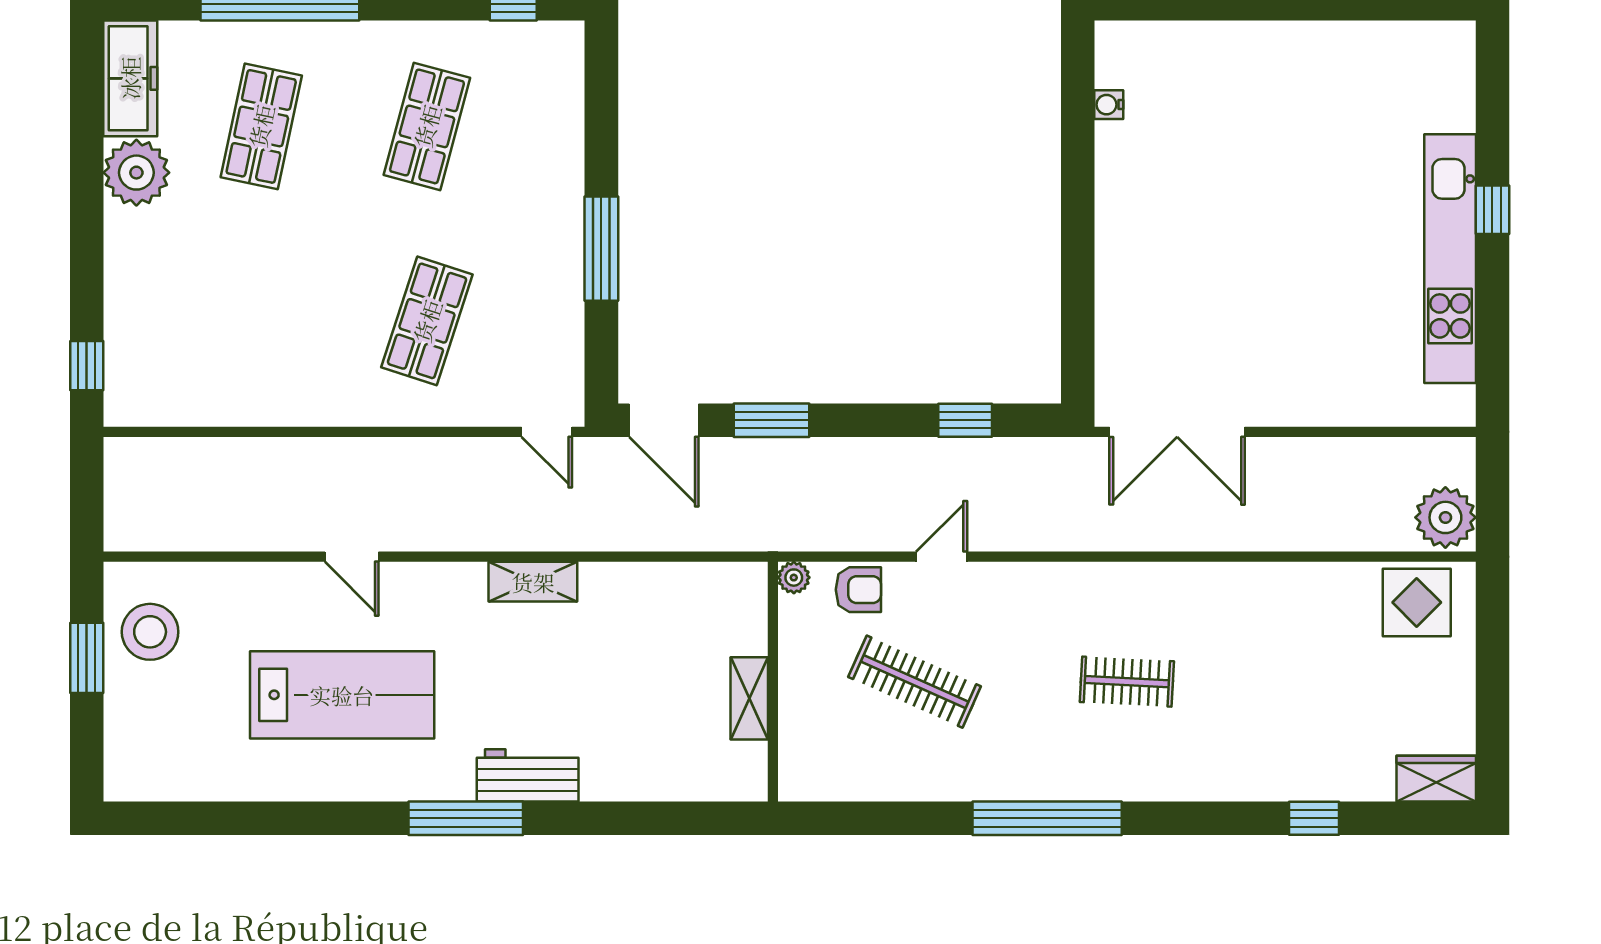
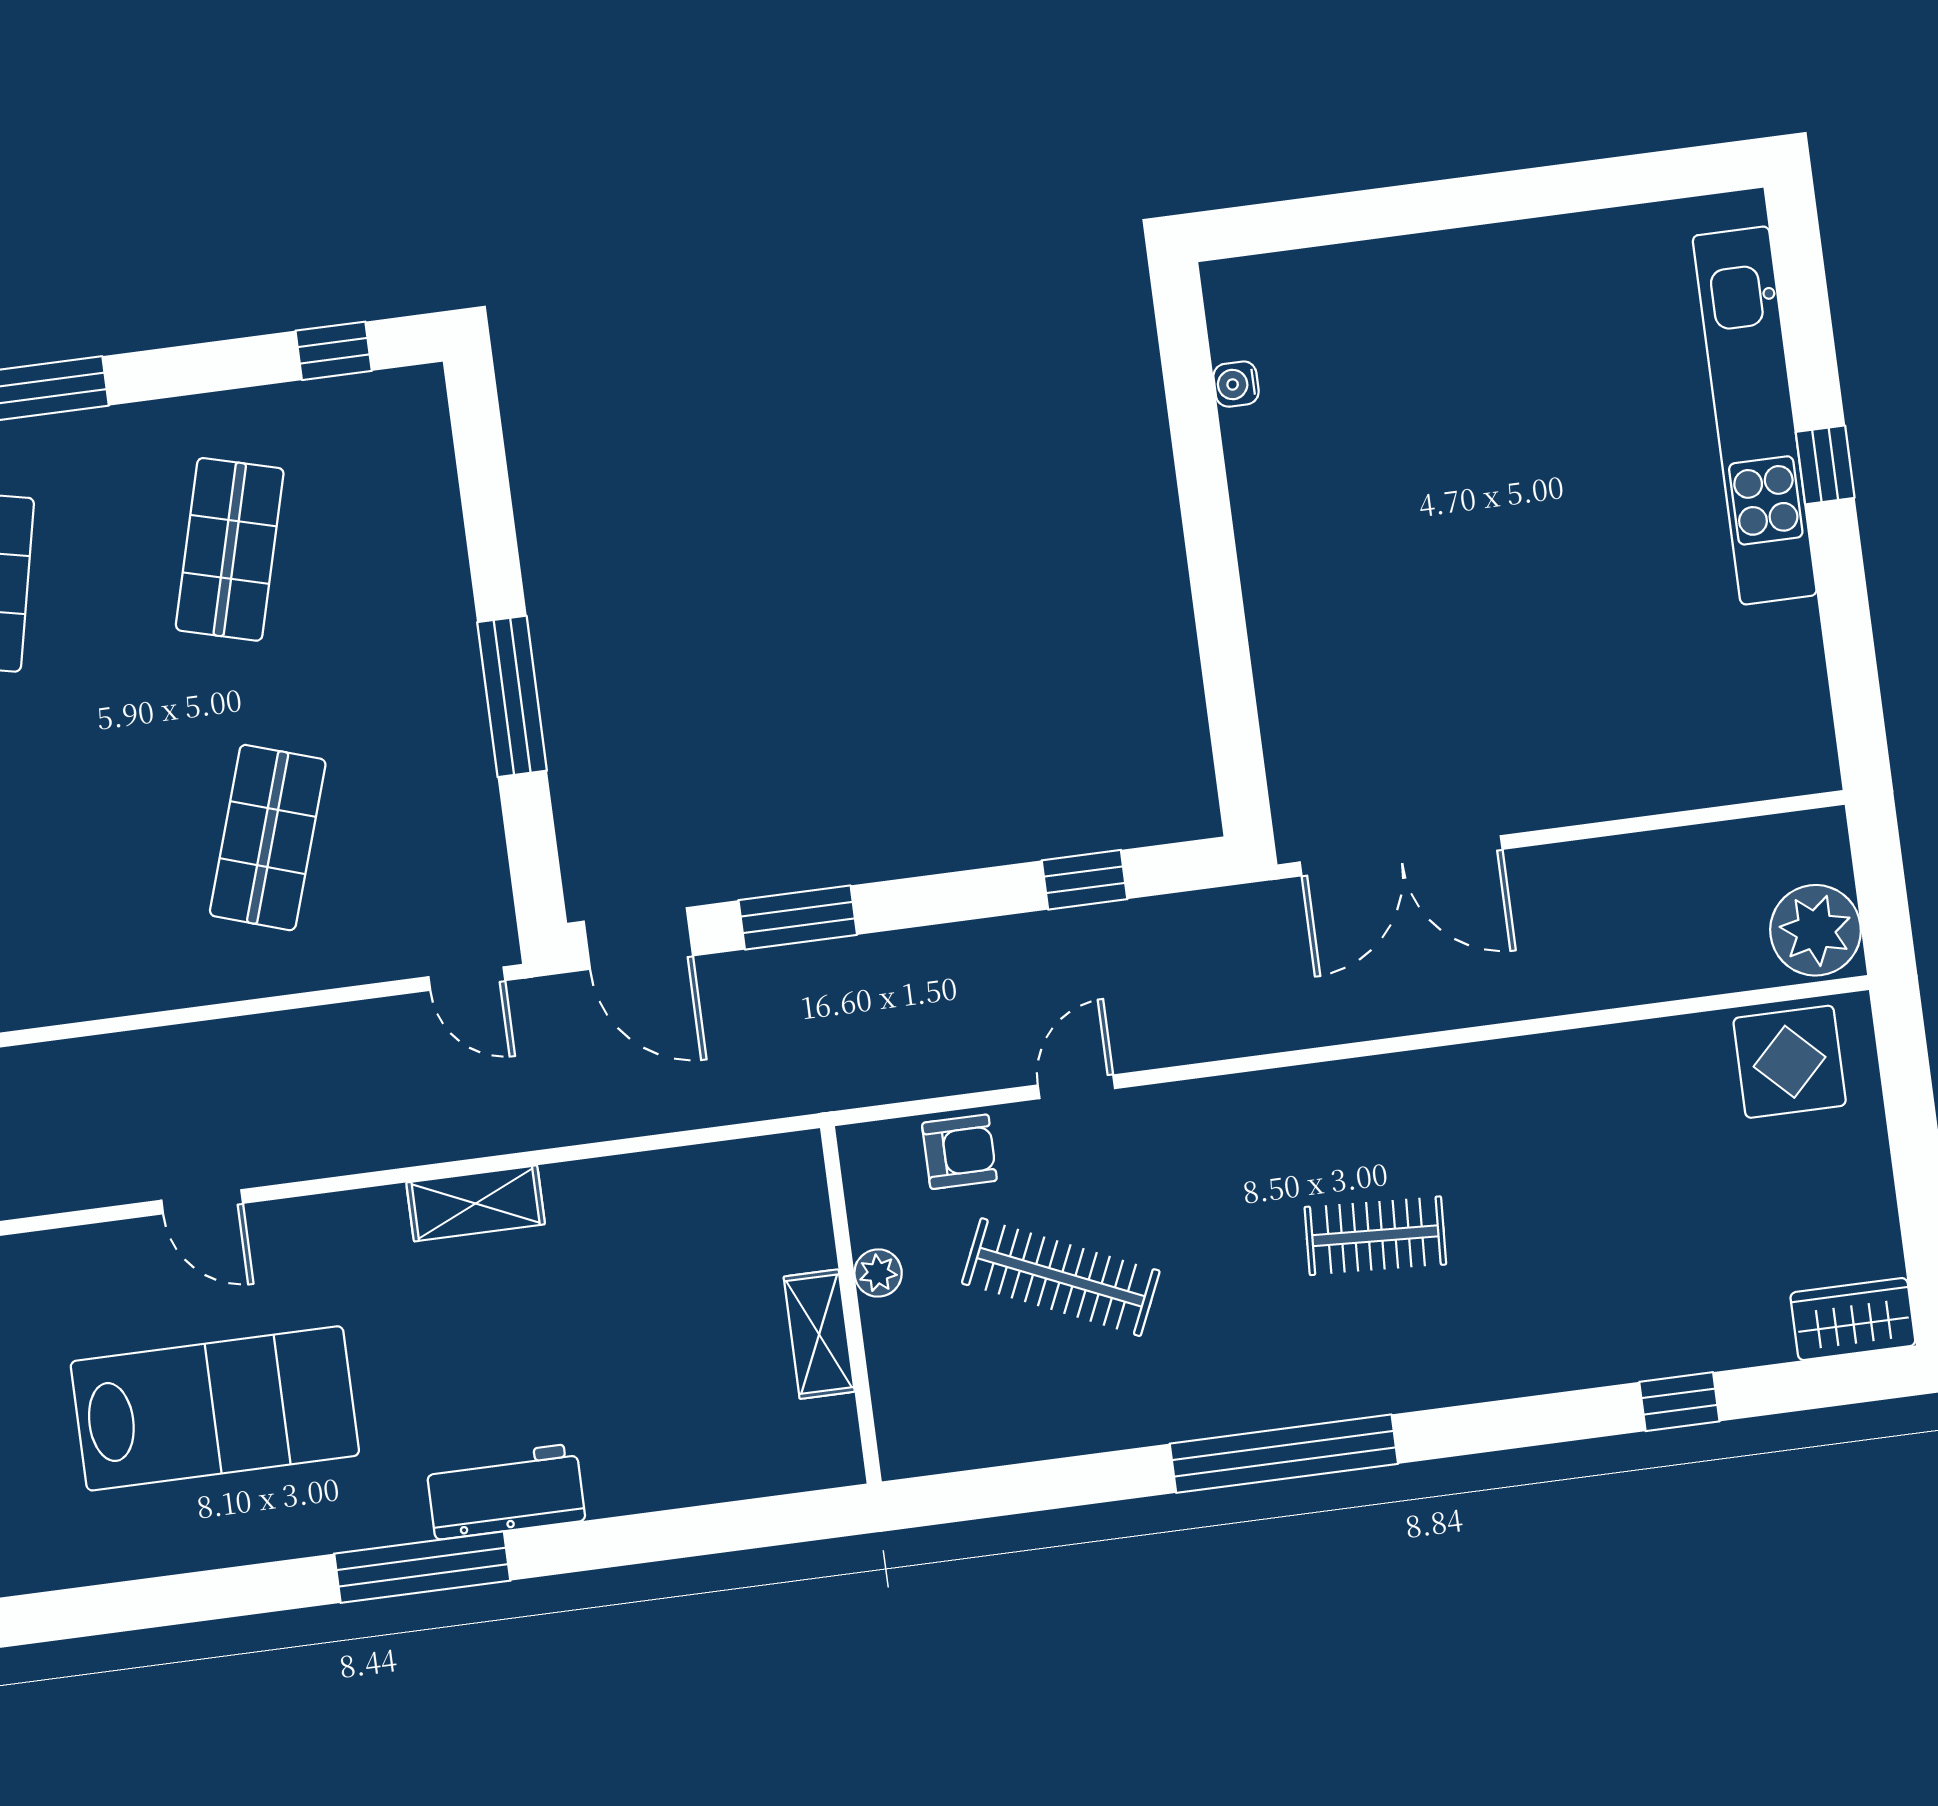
kitchen unit: (1450, 259) -> (1755, 415), moved
plant: (794, 578) -> (878, 1273), moved

